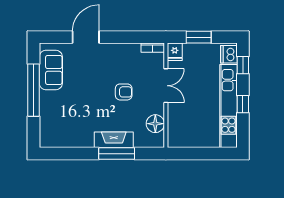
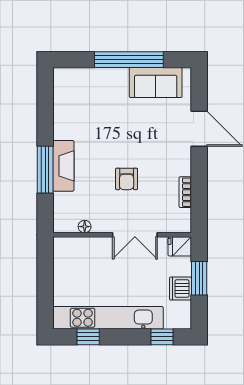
bookcase: (153, 48) -> (185, 192), moved
dishwasher: (229, 54) -> (180, 289), moved, turned -90
window: (243, 104) -> (88, 337), moved
floor lamp: (155, 124) -> (85, 227), width x0.53, depth x0.53

